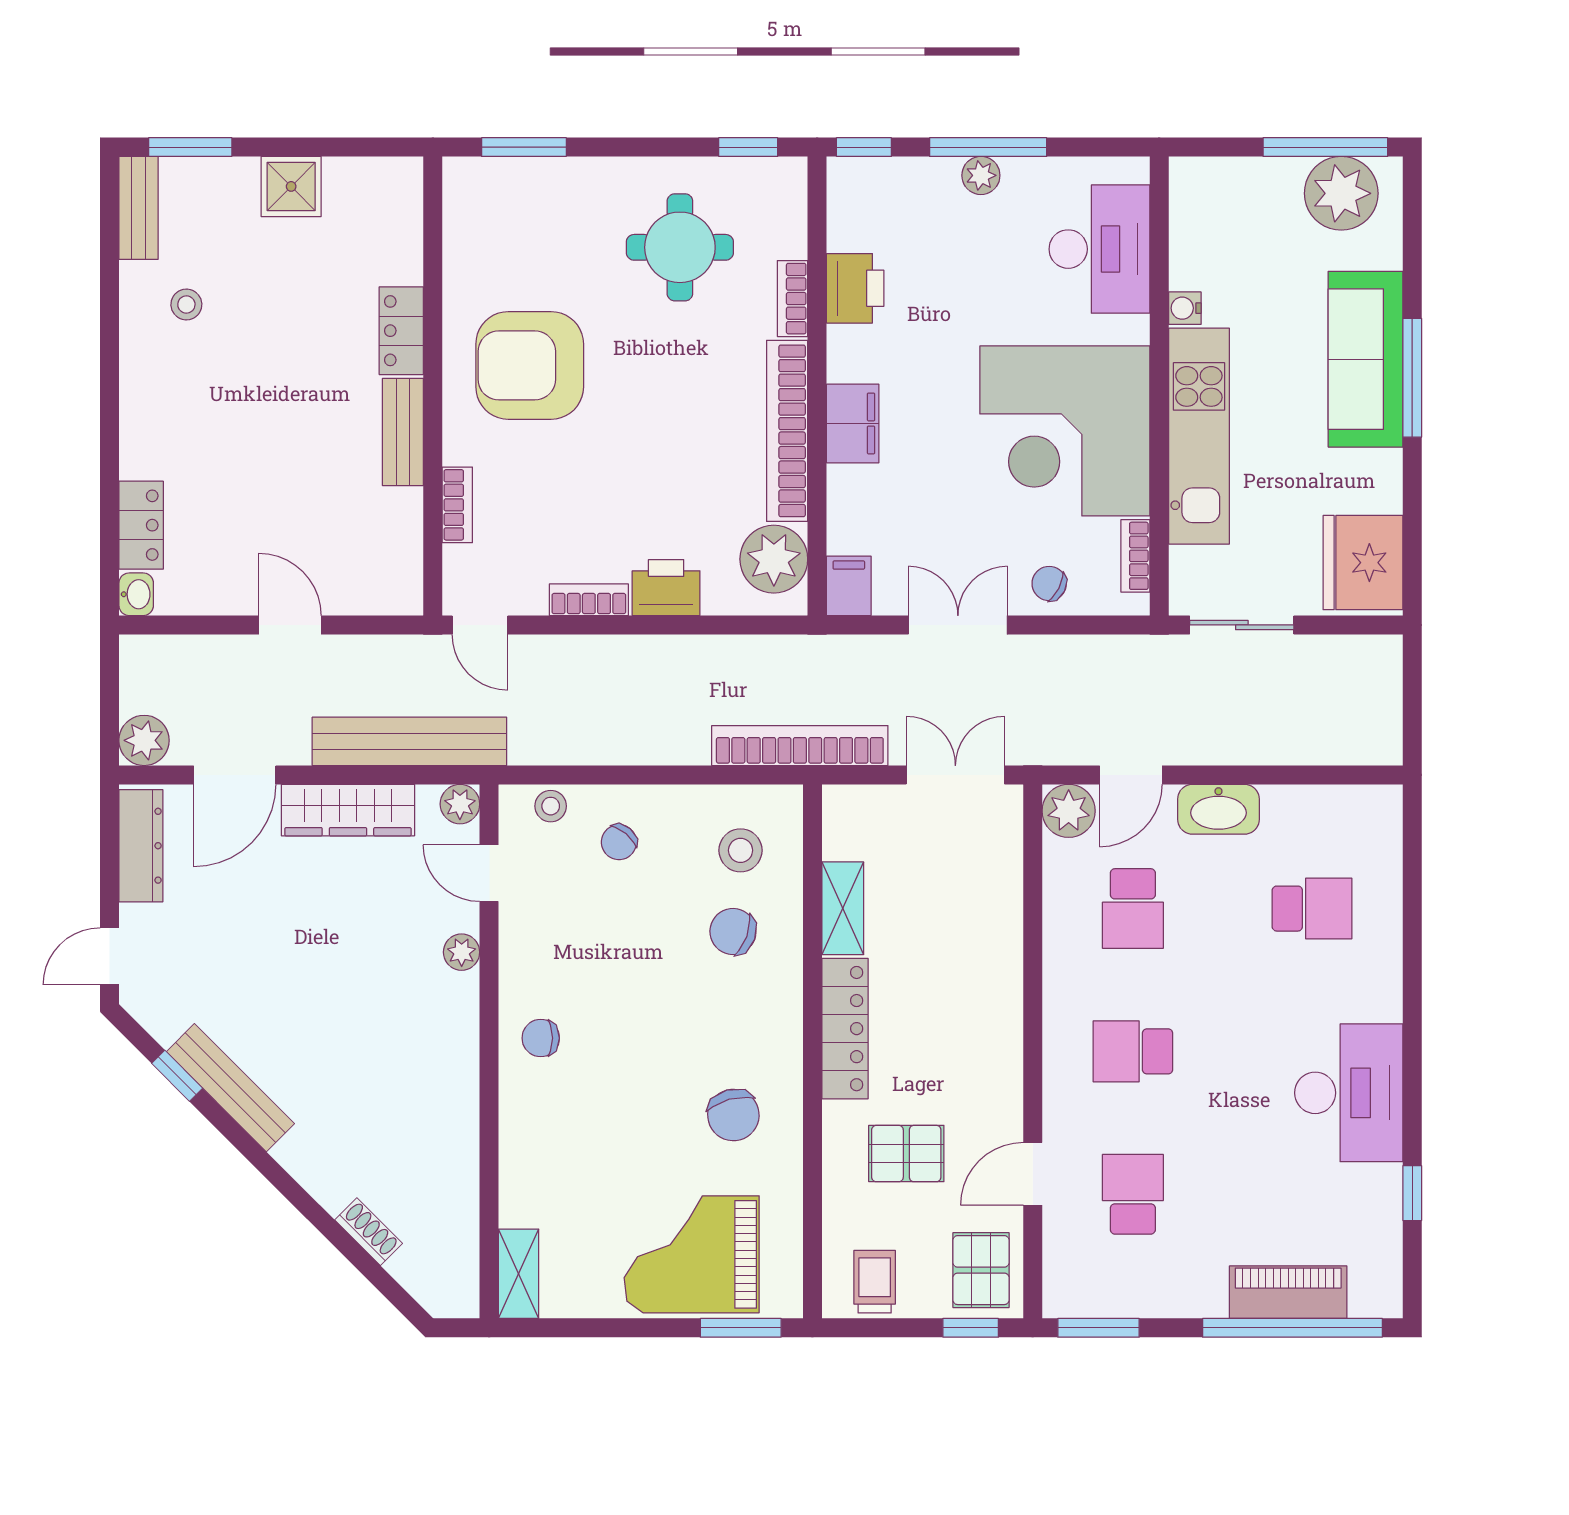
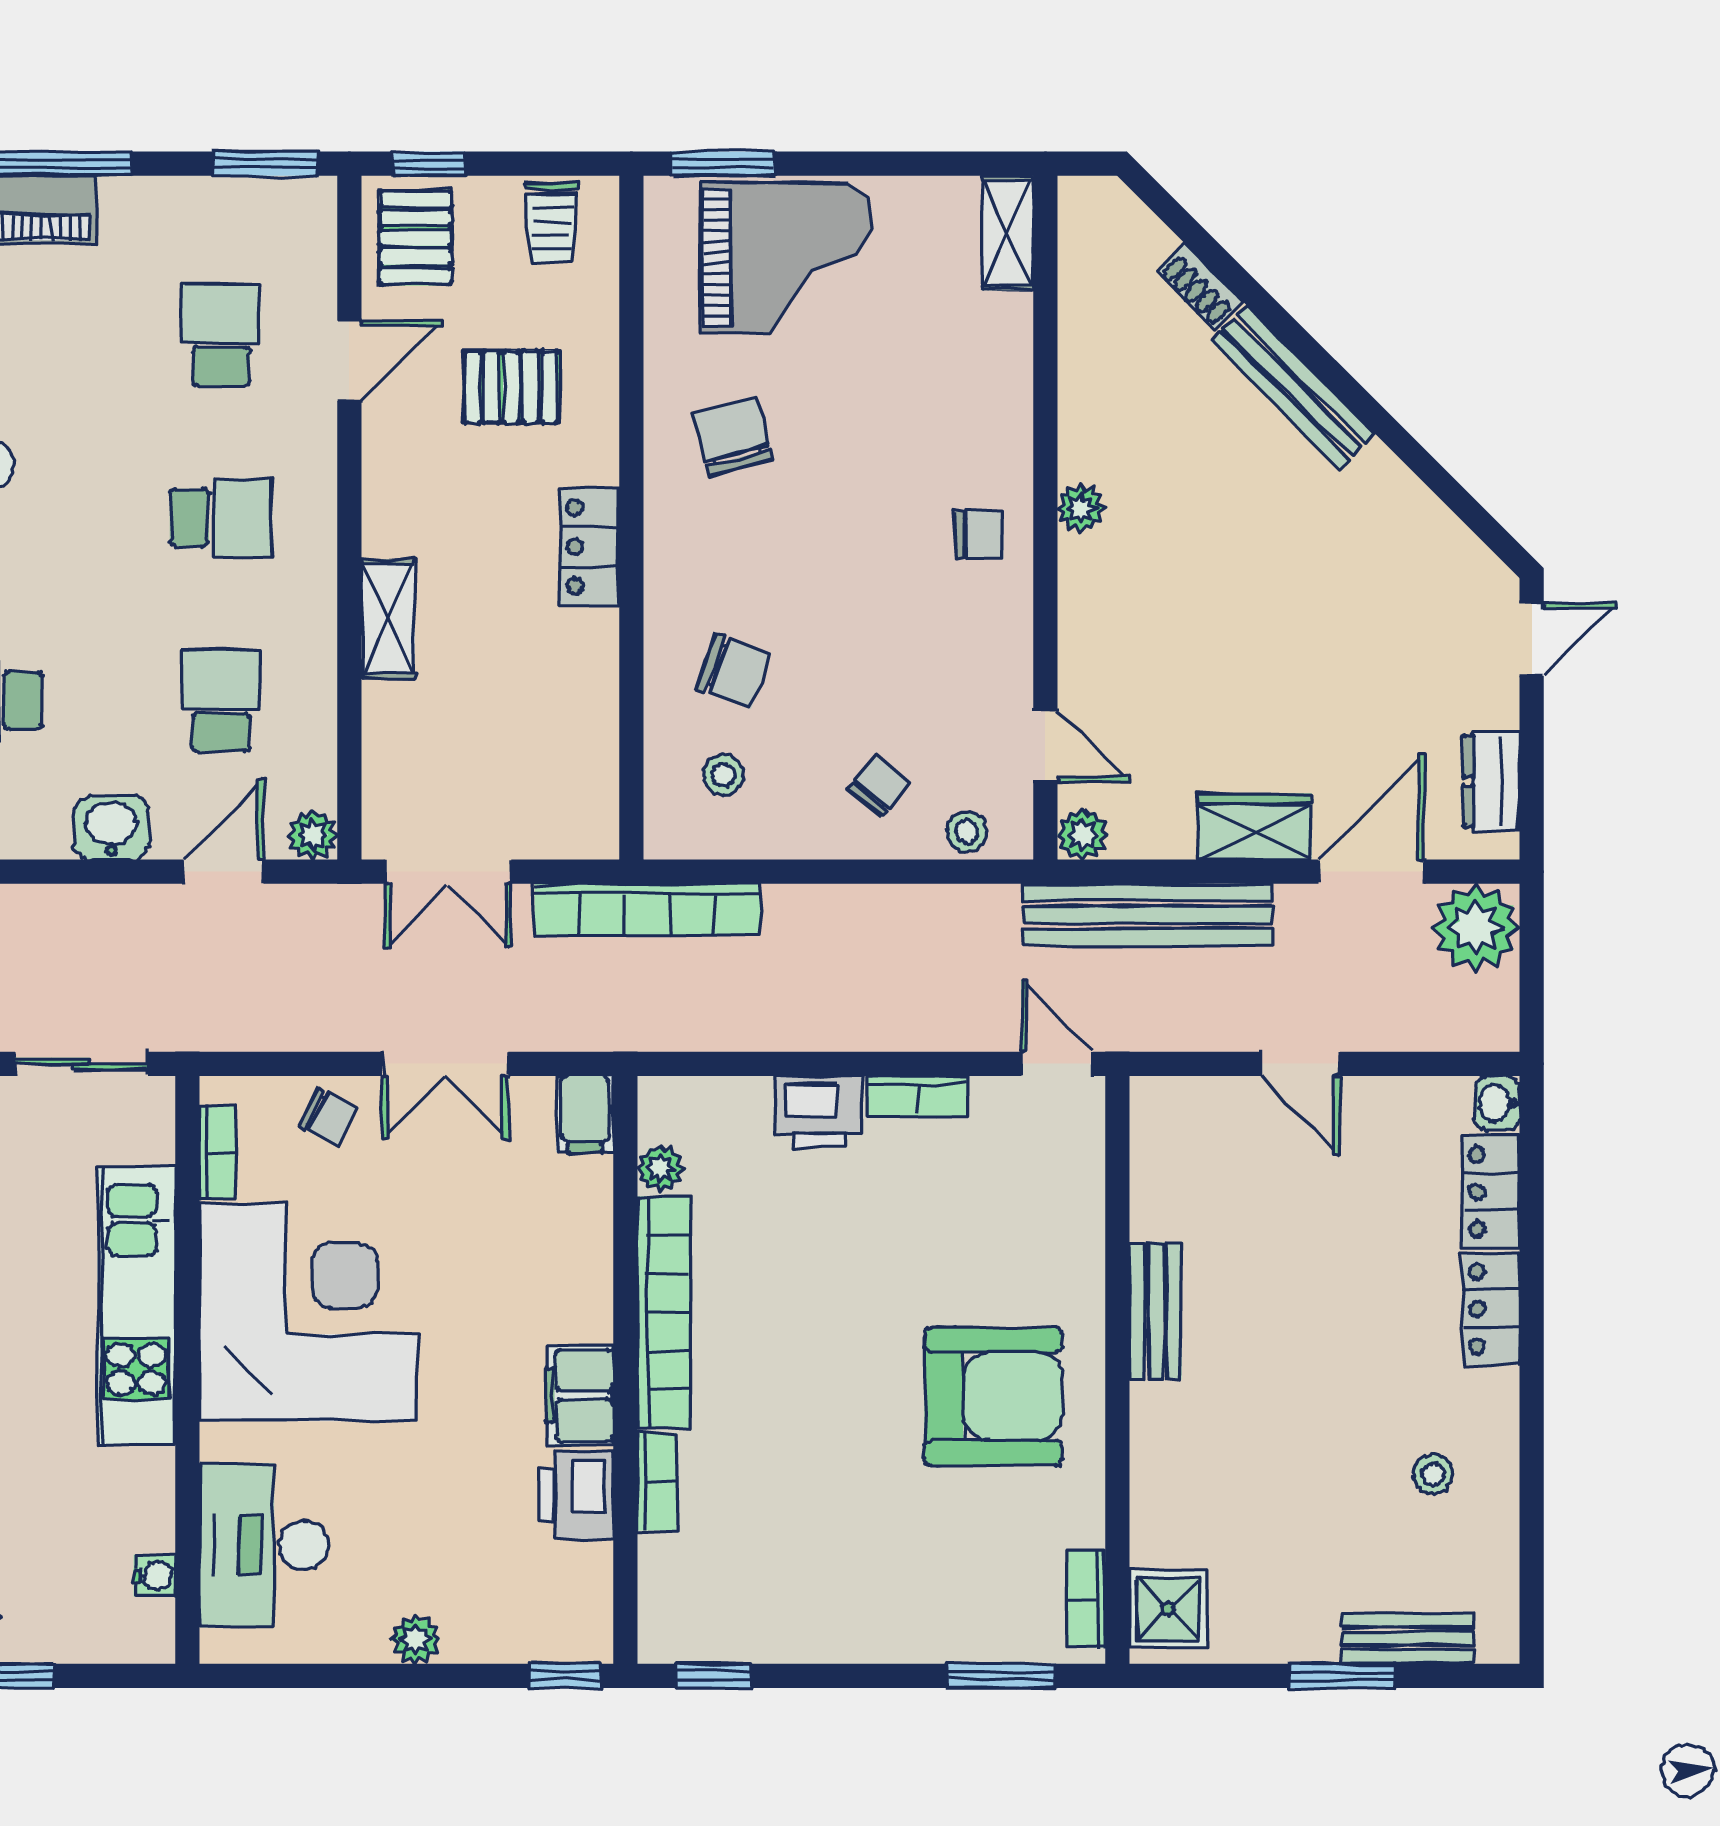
window: (190, 147) -> (1343, 1676), moved
window: (988, 147) -> (406, 1676), removed
shower: (291, 186) -> (1168, 1609), moved
bench: (139, 208) -> (1408, 1639), moved, turned 90
round table: (680, 247) -> (801, 1547), removed
water cooler: (1185, 308) -> (154, 1576), moved
locker: (401, 331) -> (1491, 1309), moved, turned 180
filing cabinet: (853, 423) -> (580, 1395), moved
bookcase: (457, 505) -> (1086, 1599), moved
plant: (774, 559) -> (661, 1168), width x0.53, depth x0.53
plant: (144, 740) -> (1476, 928), width x1.36, depth x1.36
washbasin: (1218, 809) -> (111, 828), width x0.72
wardrobe: (348, 810) -> (1255, 827), width x0.67
plant: (1069, 811) -> (313, 835), width x0.73, depth x0.73
dresser: (141, 846) -> (1491, 781), width x0.70
stool: (741, 850) -> (723, 775), width x0.73, depth x0.73
shelving: (843, 908) -> (388, 619), moved
plant: (462, 952) -> (1081, 508), moved
locker: (845, 1029) -> (590, 547), width x0.66
window: (177, 1076) -> (1445, 487), removed
bench: (230, 1088) -> (1293, 387), moved
school desk: (1133, 1194) -> (221, 335), turned 180

